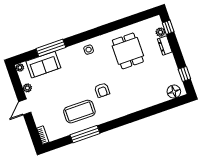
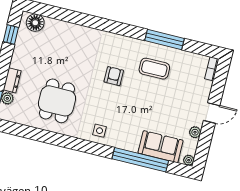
window: (51, 48) -> (140, 160), width x1.46
coffee table: (79, 112) -> (154, 69), width x0.73, depth x0.76

